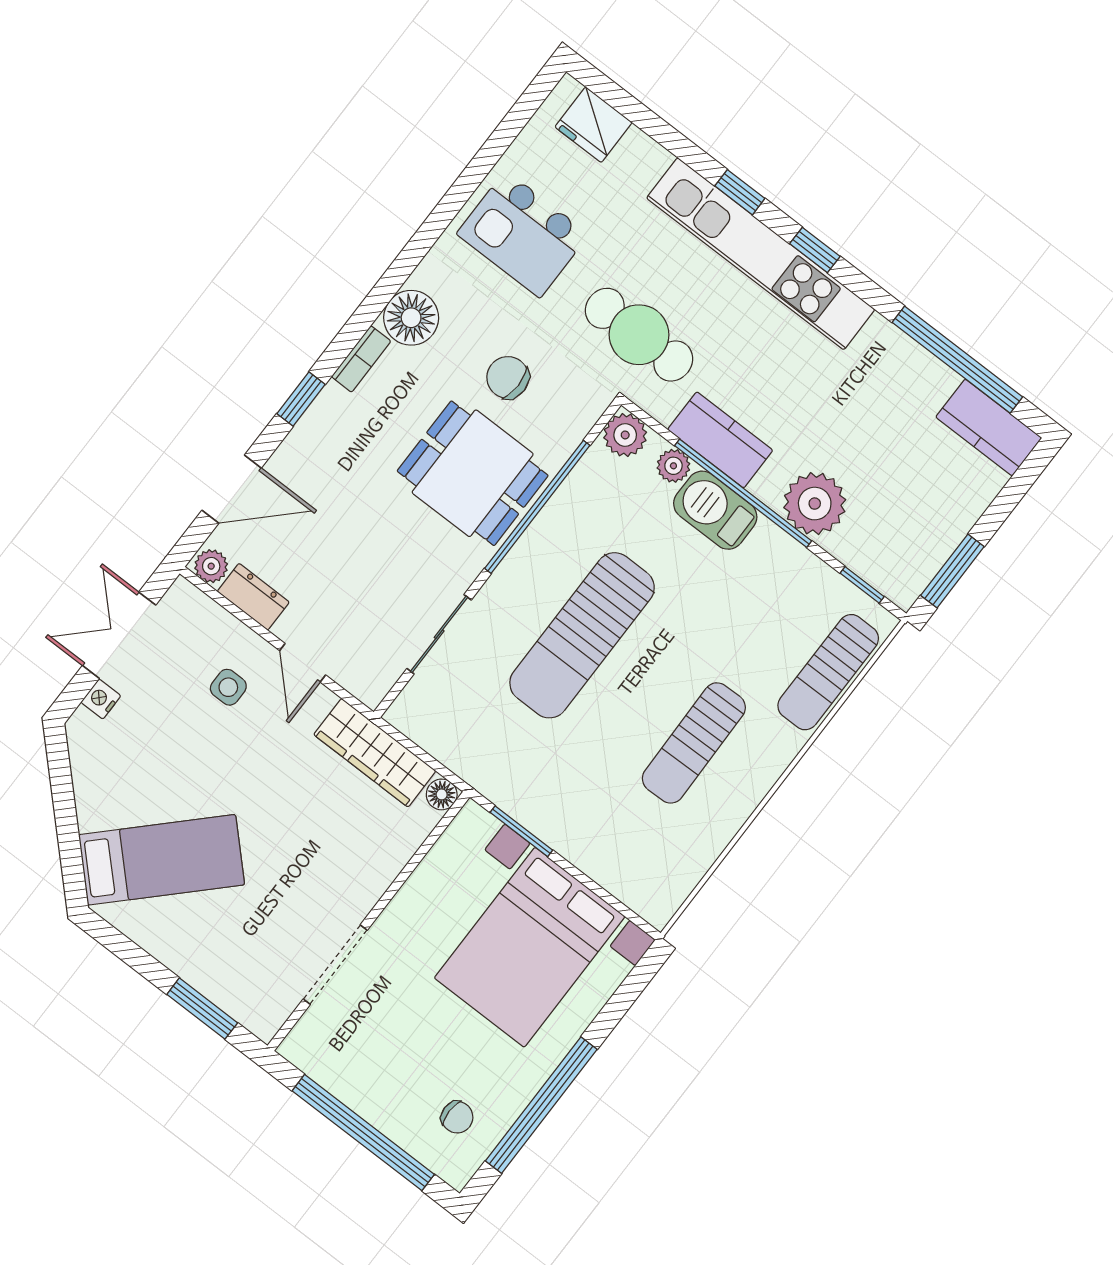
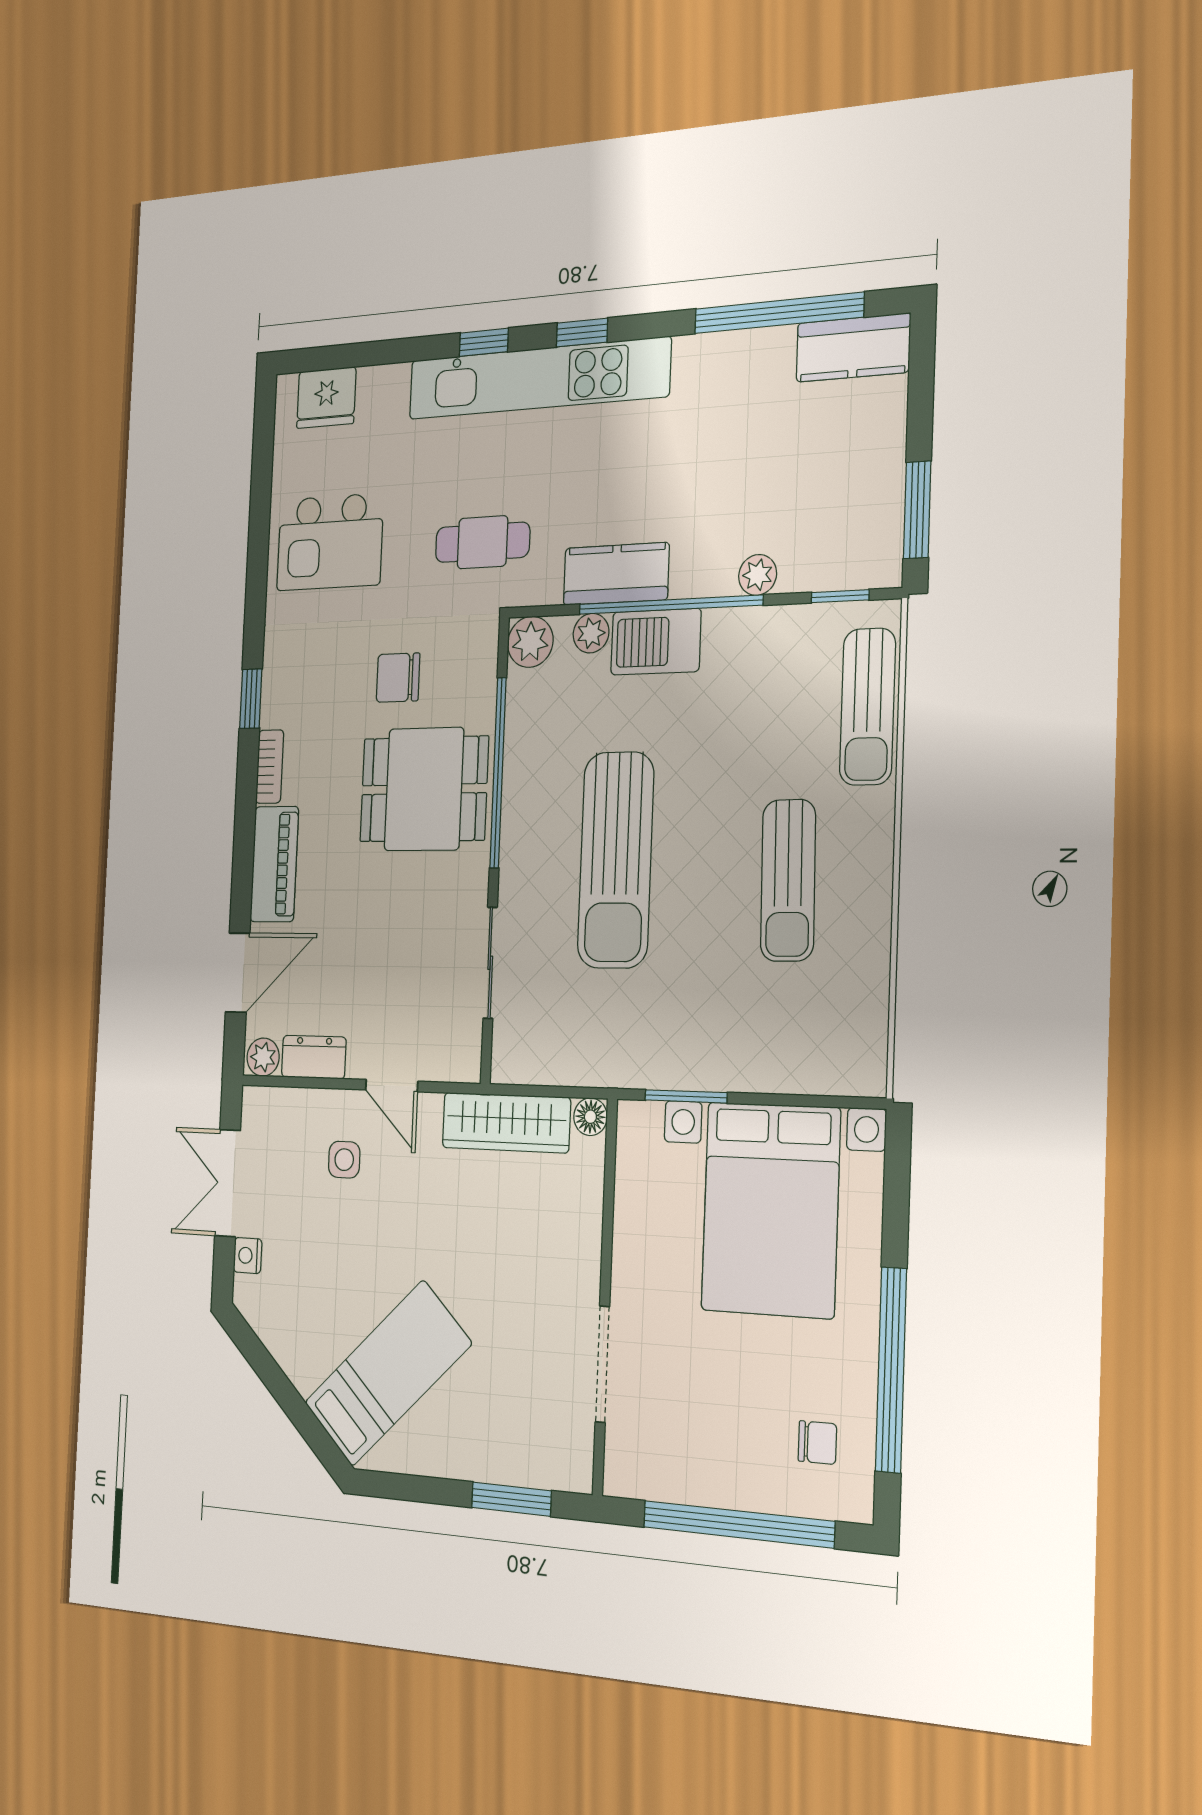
floor lamp: (411, 318) -> (287, 695), removed
cafe table: (639, 335) -> (482, 542), width x0.73, depth x0.74
window: (301, 399) -> (251, 699), moved
piano: (316, 433) -> (274, 864), added
plant: (815, 504) -> (758, 575), width x0.53, depth x0.53

